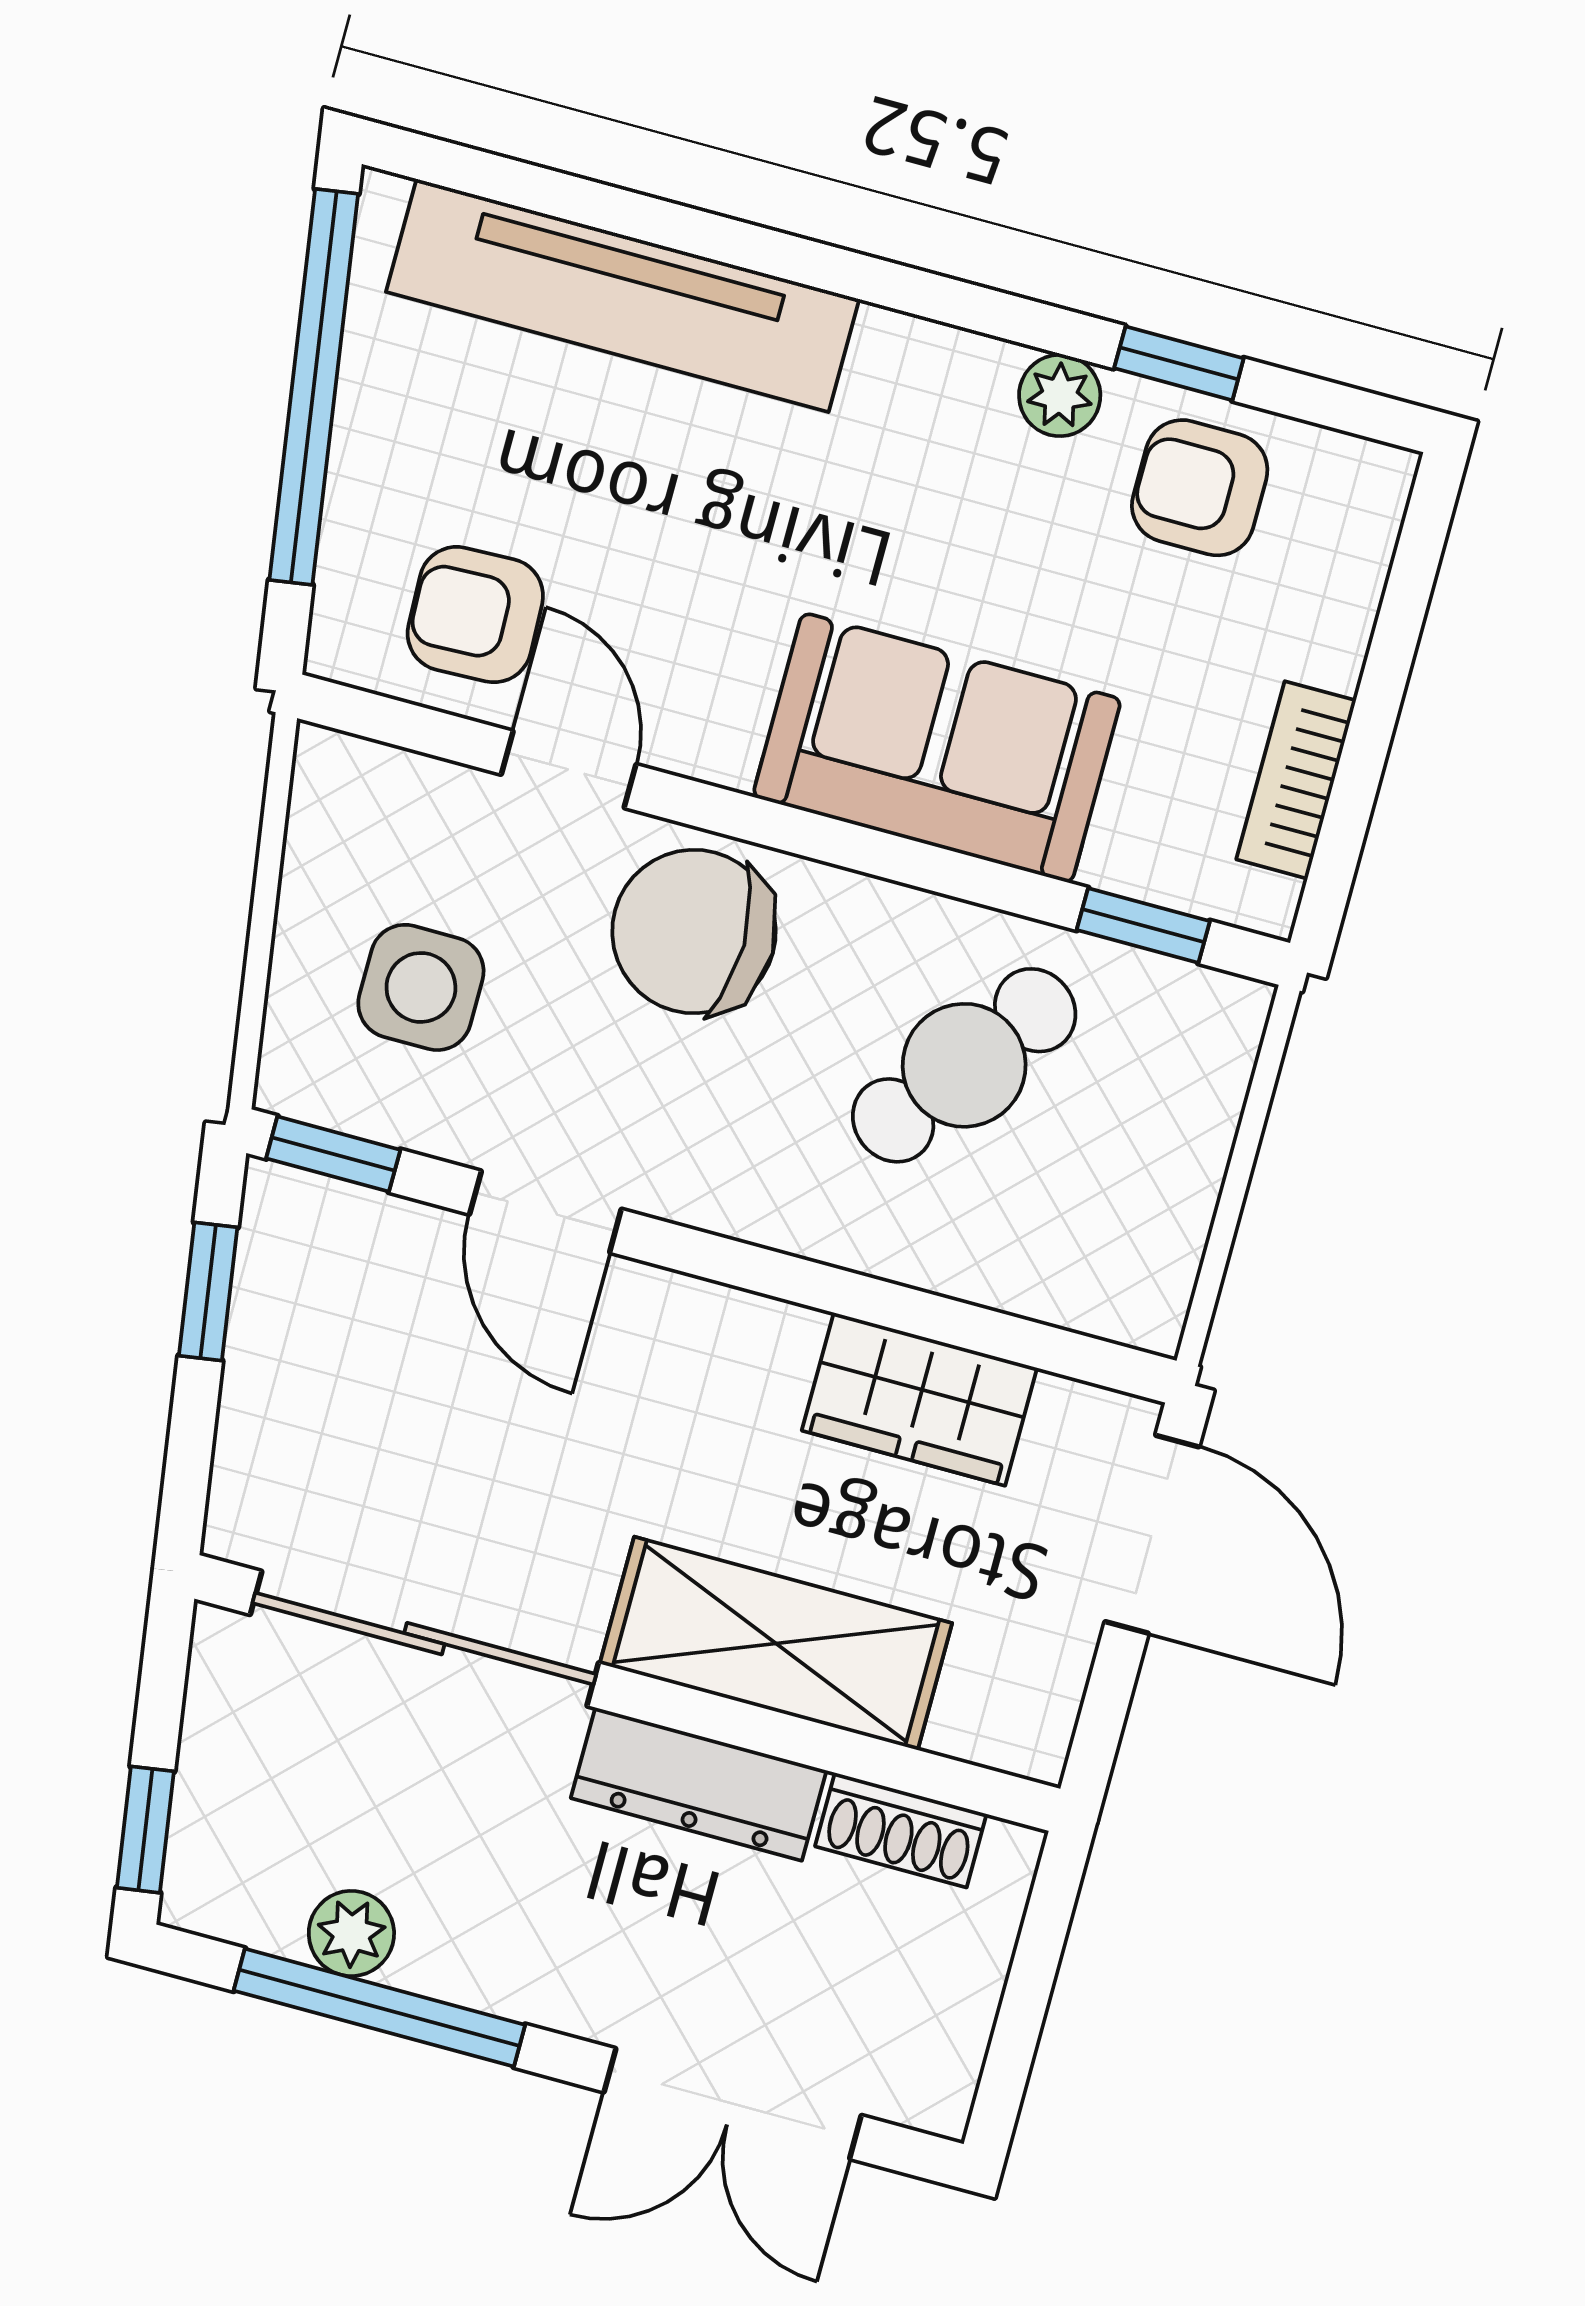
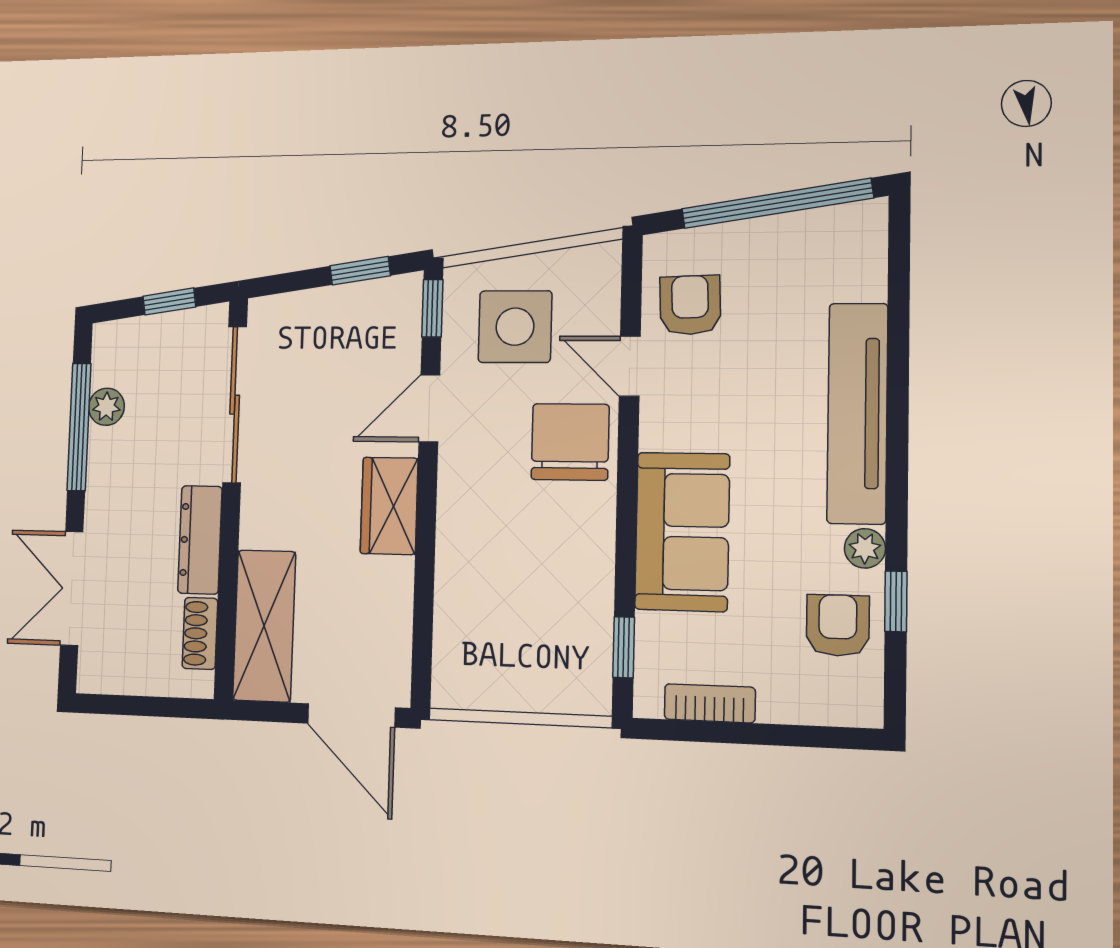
tv unit: (623, 295) -> (857, 413), moved
door: (569, 769) -> (630, 366), swing flipped
side table: (421, 987) -> (515, 327), width x1.37, depth x1.37
cafe table: (964, 1065) -> (540, 580), removed
wardrobe: (919, 1399) -> (389, 506), moved
door: (1152, 1534) -> (351, 715), hinge flipped
shelving: (776, 1643) -> (264, 626), moved
window: (145, 1830) -> (169, 302), moved

